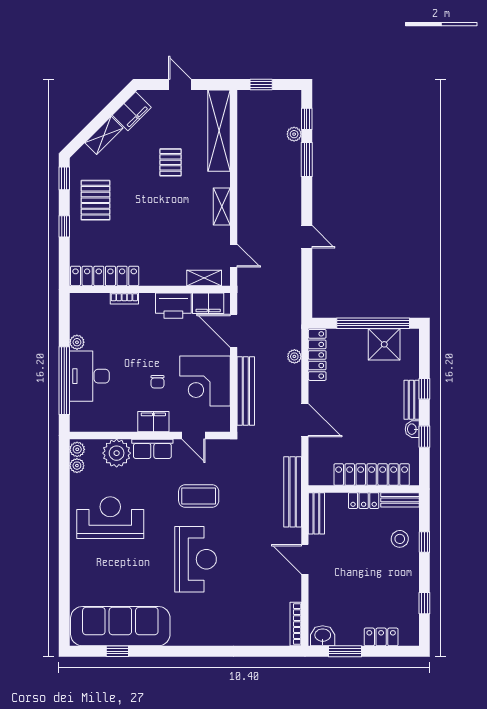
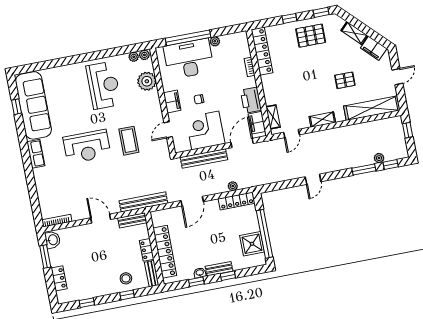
desk: (89, 376) -> (189, 59), width x1.36, depth x1.30
row of seats: (152, 449) -> (36, 154), moved, turned 180
door: (305, 559) -> (101, 219), hinge flipped

